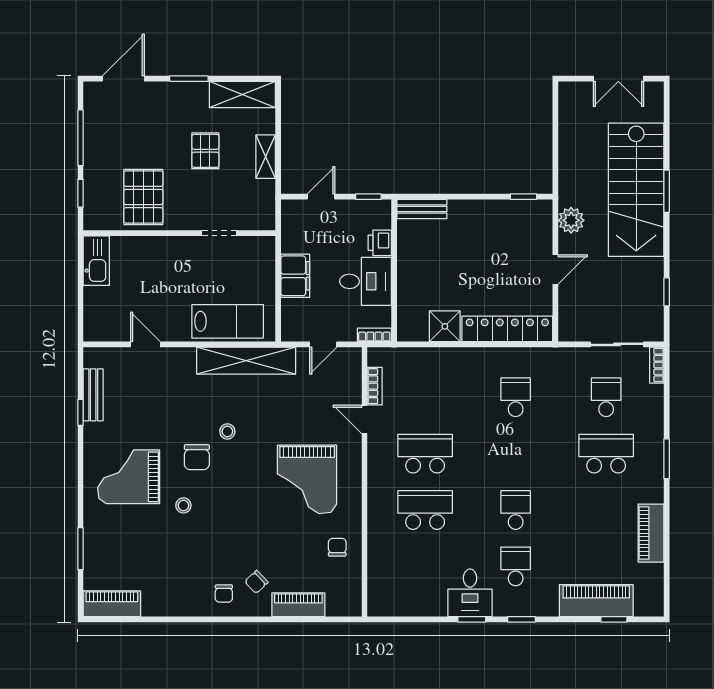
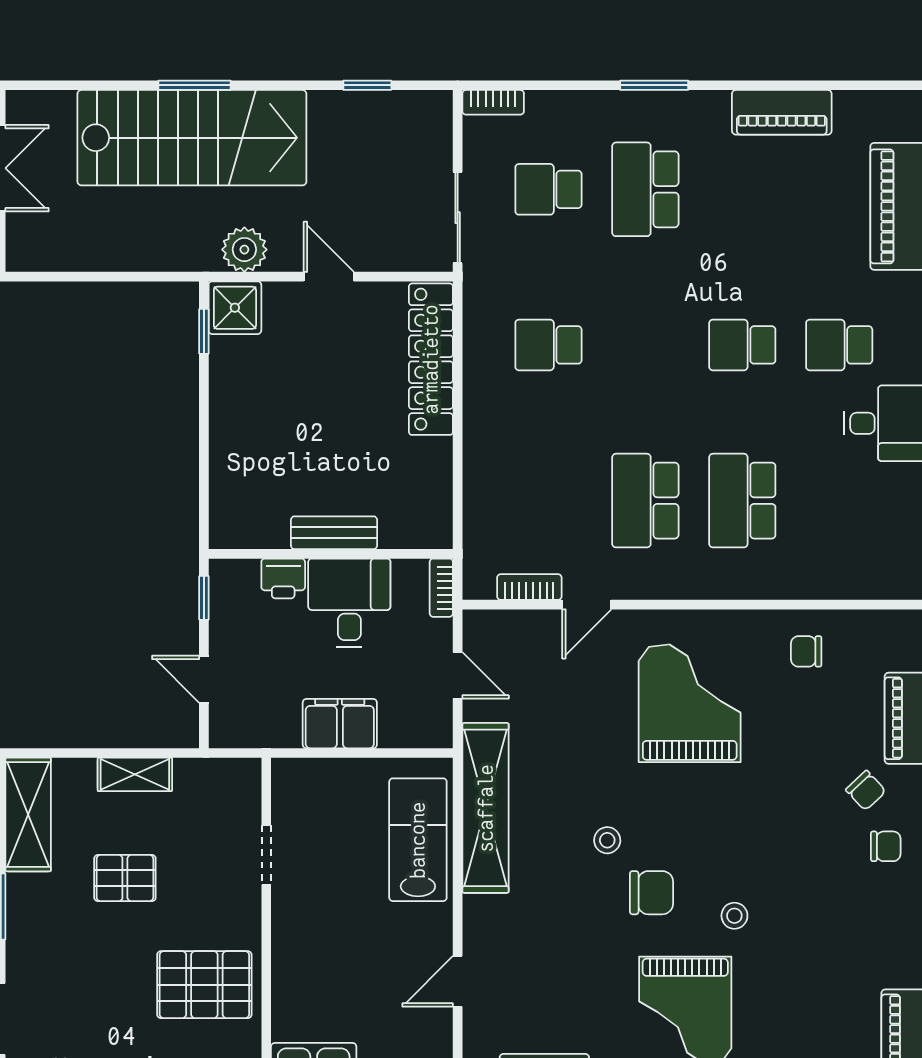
bench: (422, 209) -> (334, 533), moved, turned 90
shower: (445, 326) -> (235, 308), moved
sliding door: (617, 344) -> (458, 218), moved
grand piano: (307, 479) -> (690, 703), turned -90

